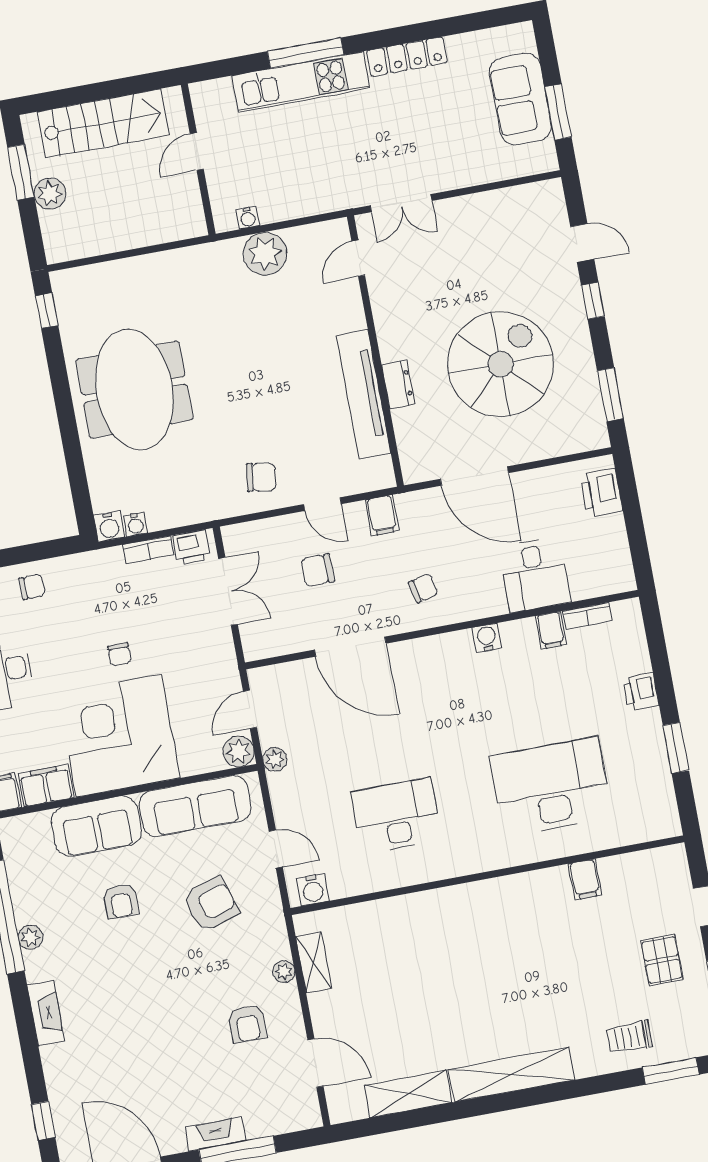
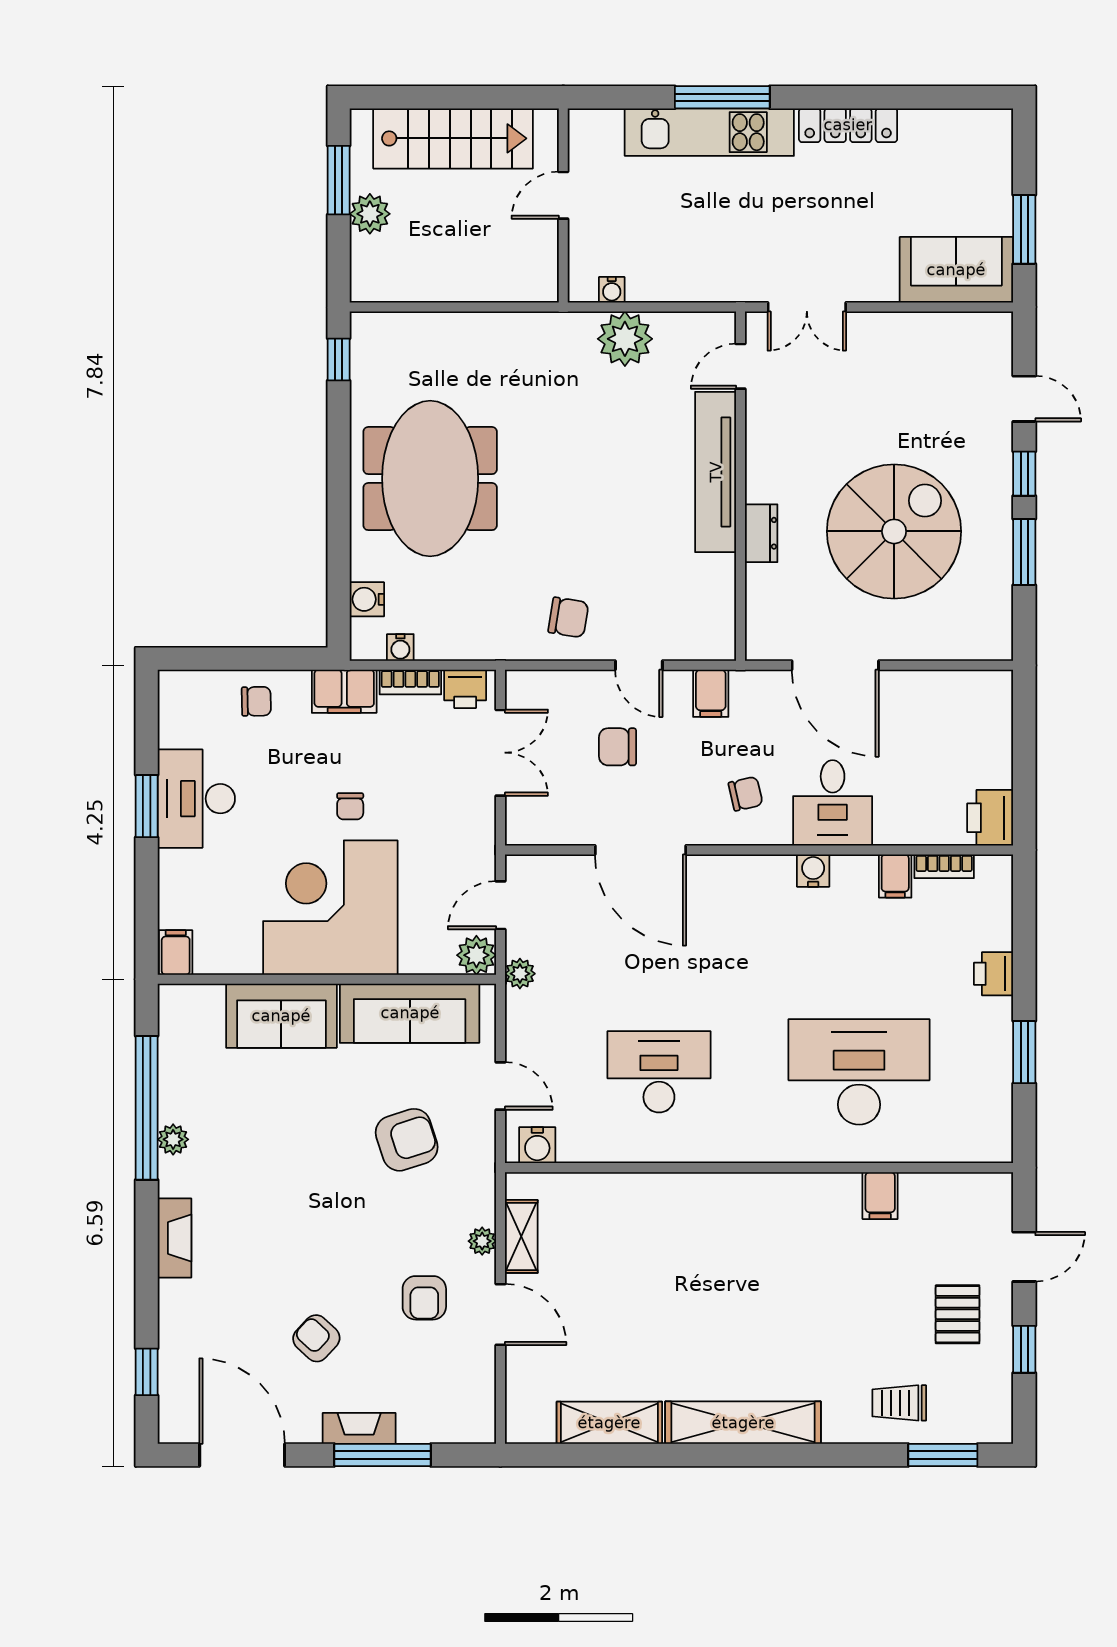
sofa: (520, 99) -> (956, 270), moved, turned 90
tv unit: (363, 394) -> (716, 472), moved
window: (610, 395) -> (1024, 552), moved
printer: (601, 493) -> (990, 818), moved
water cooler: (109, 526) -> (367, 599), moved, turned 90
desk: (535, 575) -> (833, 803), moved
filing cabinet: (46, 786) -> (344, 691), moved, turned 180
armchair: (121, 901) -> (316, 1338), moved, turned 133
door: (315, 1063) -> (500, 1314), moved

